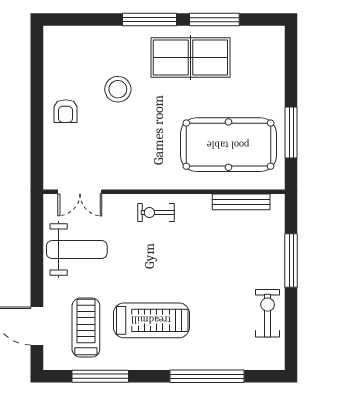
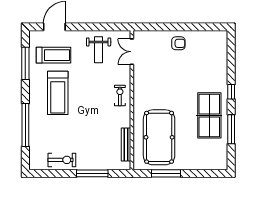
window: (149, 20) -> (231, 92), width x0.46
stool: (118, 89) -> (191, 74), removed
armchair: (66, 111) -> (178, 43), turned 180
weight bench: (77, 250) -> (99, 50), width x0.73, depth x0.75

